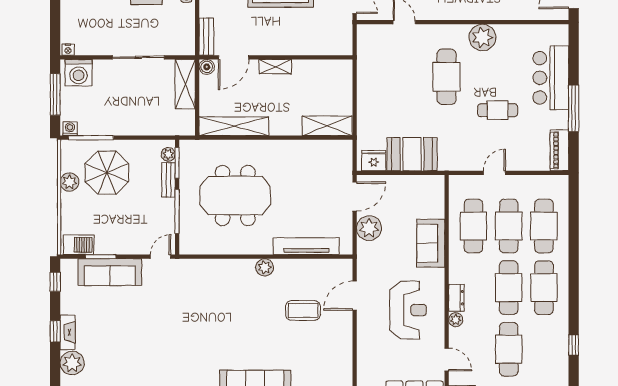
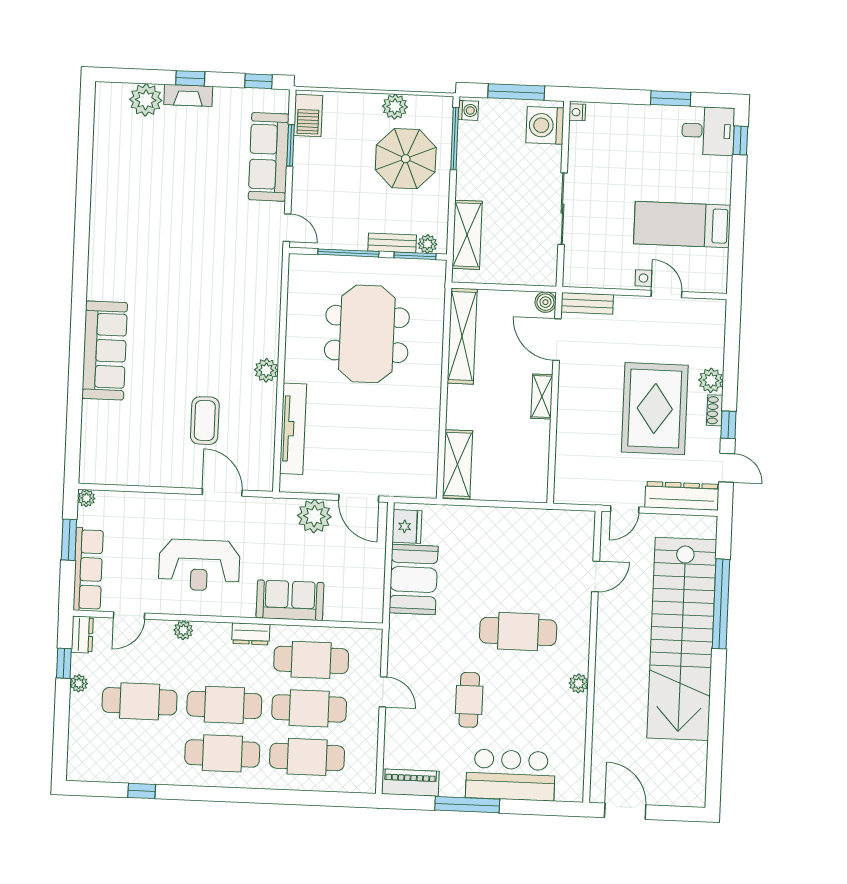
plant: (482, 38) -> (579, 683), width x0.53, depth x0.53
shelving: (185, 84) -> (467, 235), moved, turned 90
dresser: (456, 298) -> (251, 634), moved

